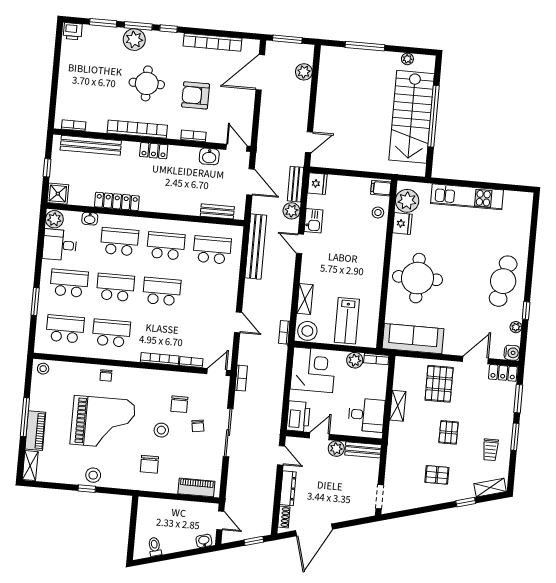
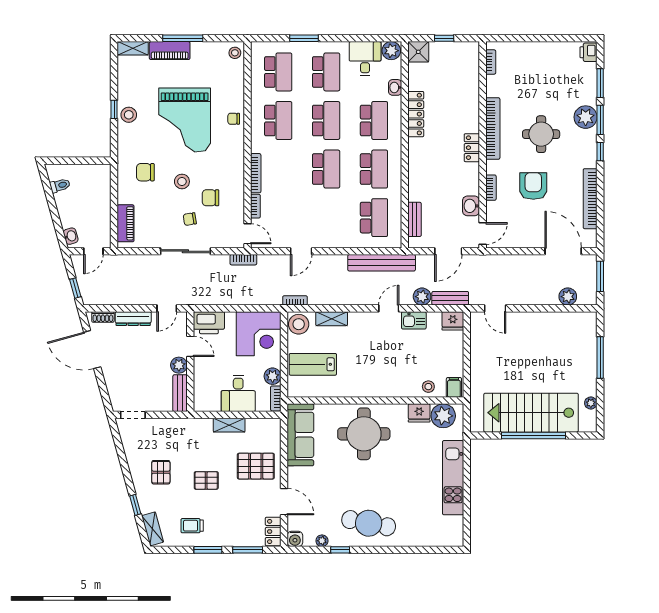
bench: (91, 145) -> (472, 82), removed
desk: (366, 415) -> (238, 393), moved

